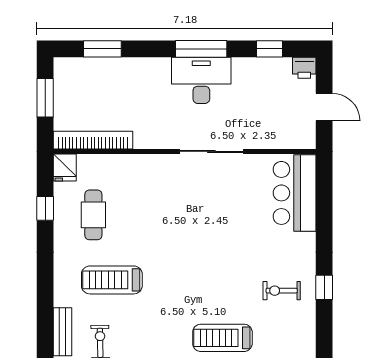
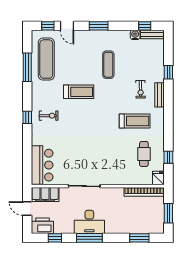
printer: (304, 68) -> (42, 226), width x1.87, depth x1.48
filing cabinet: (289, 135) -> (45, 194), added

